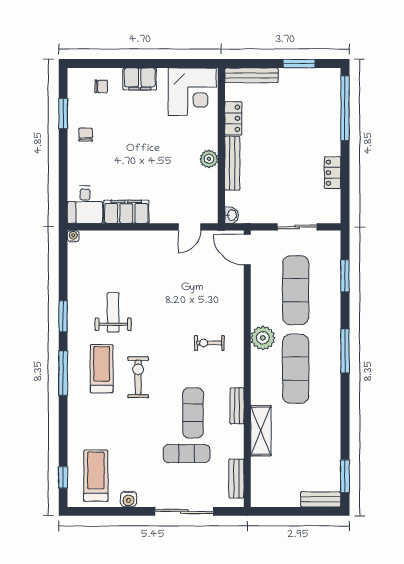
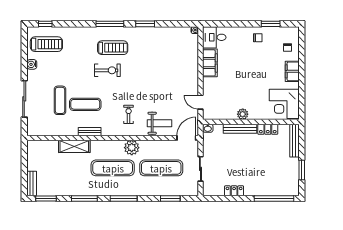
weight bench: (113, 312) -> (159, 123), moved
window: (345, 414) -> (84, 198), added
bench: (236, 478) -> (45, 131), removed

